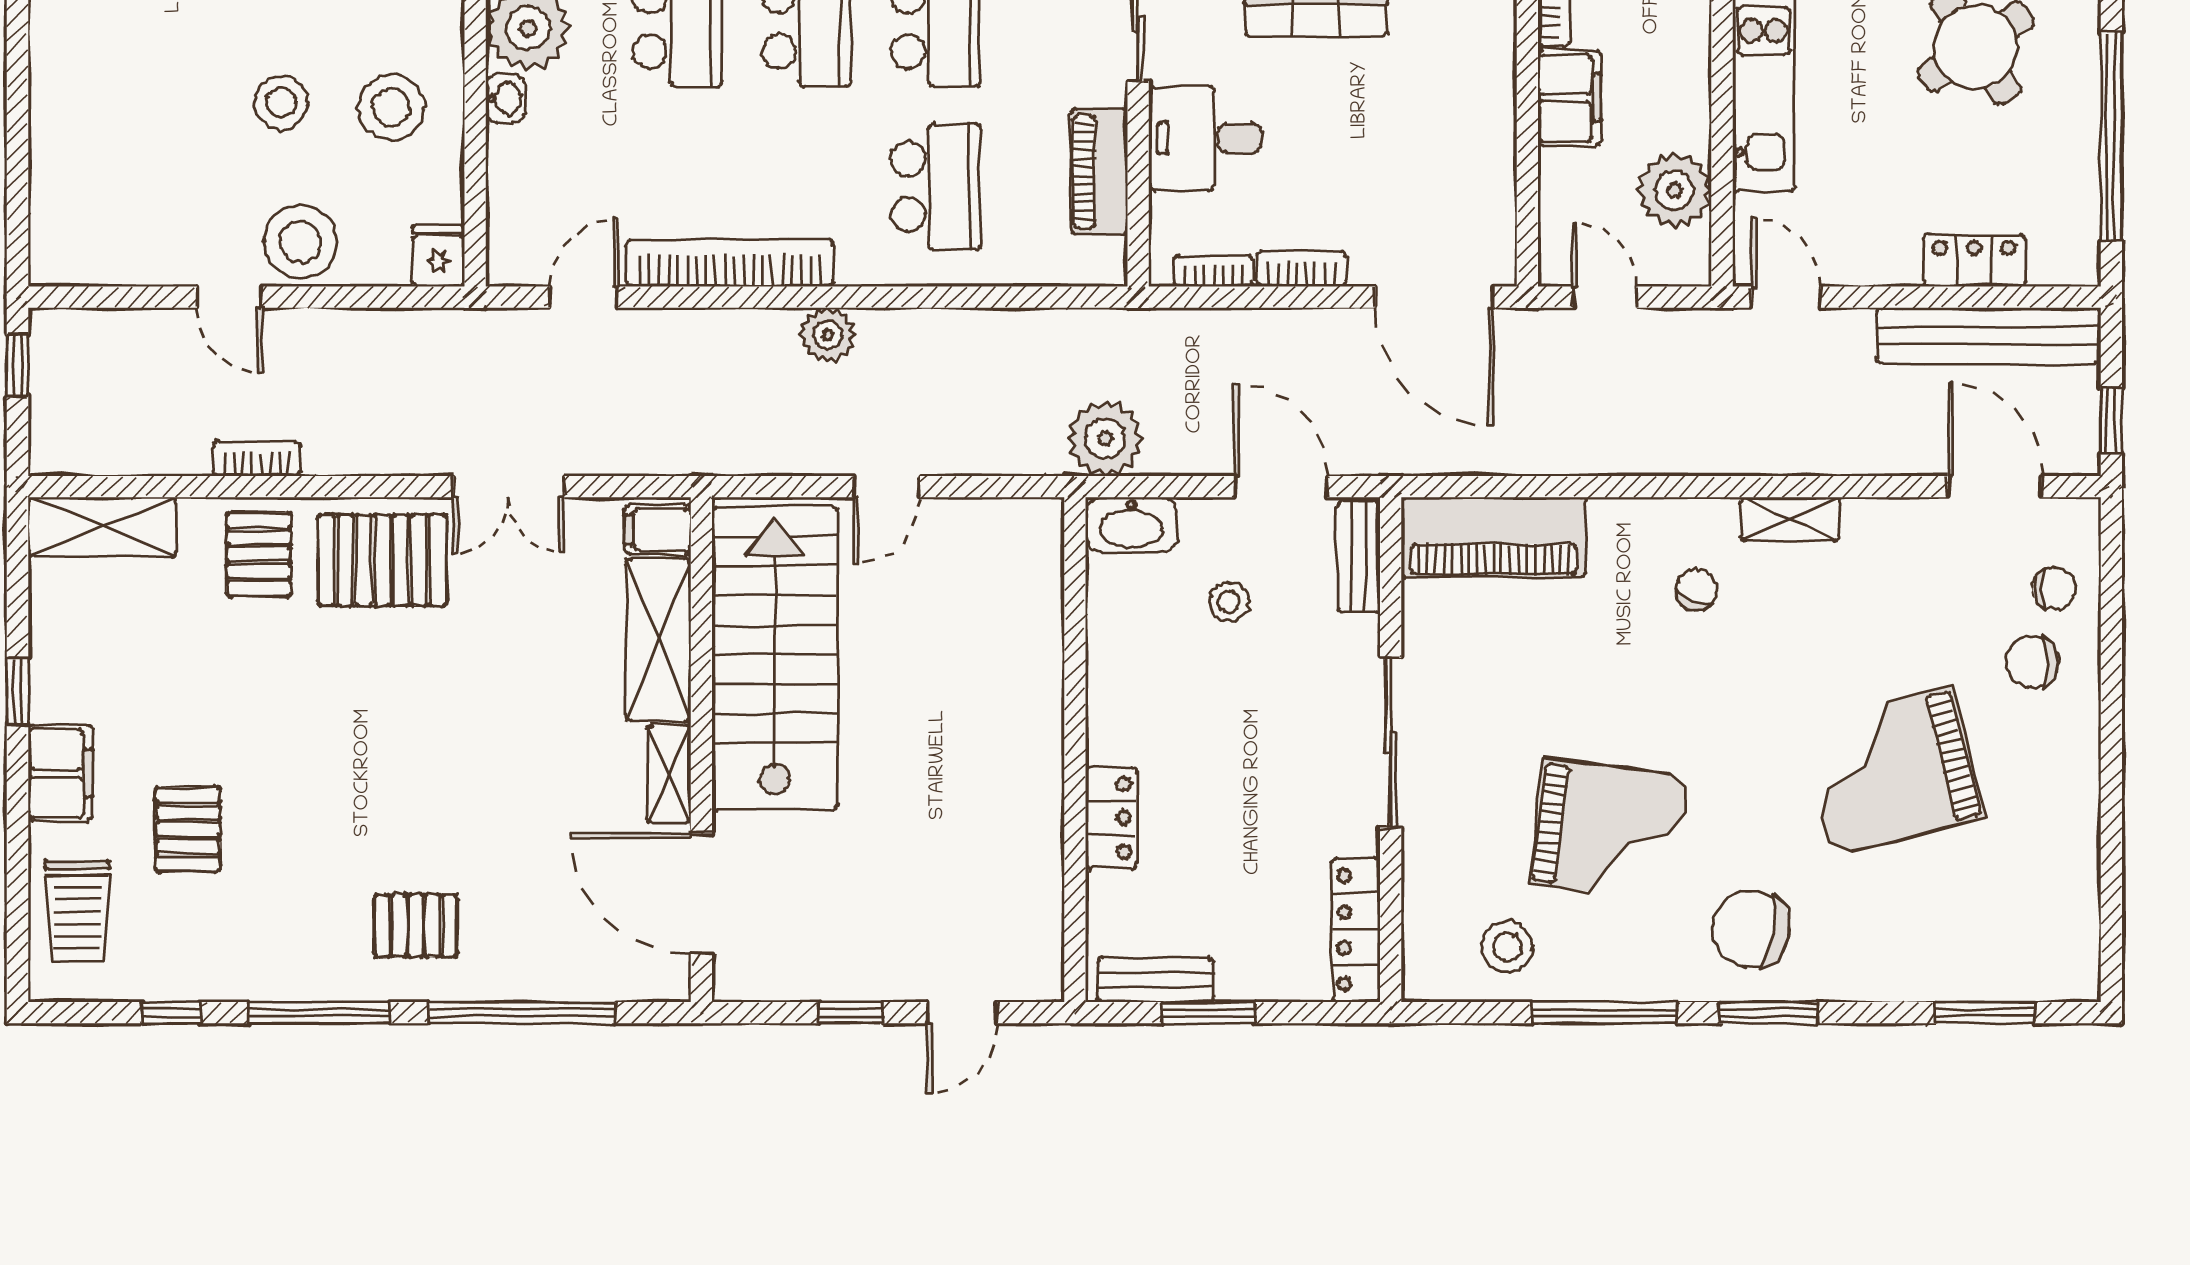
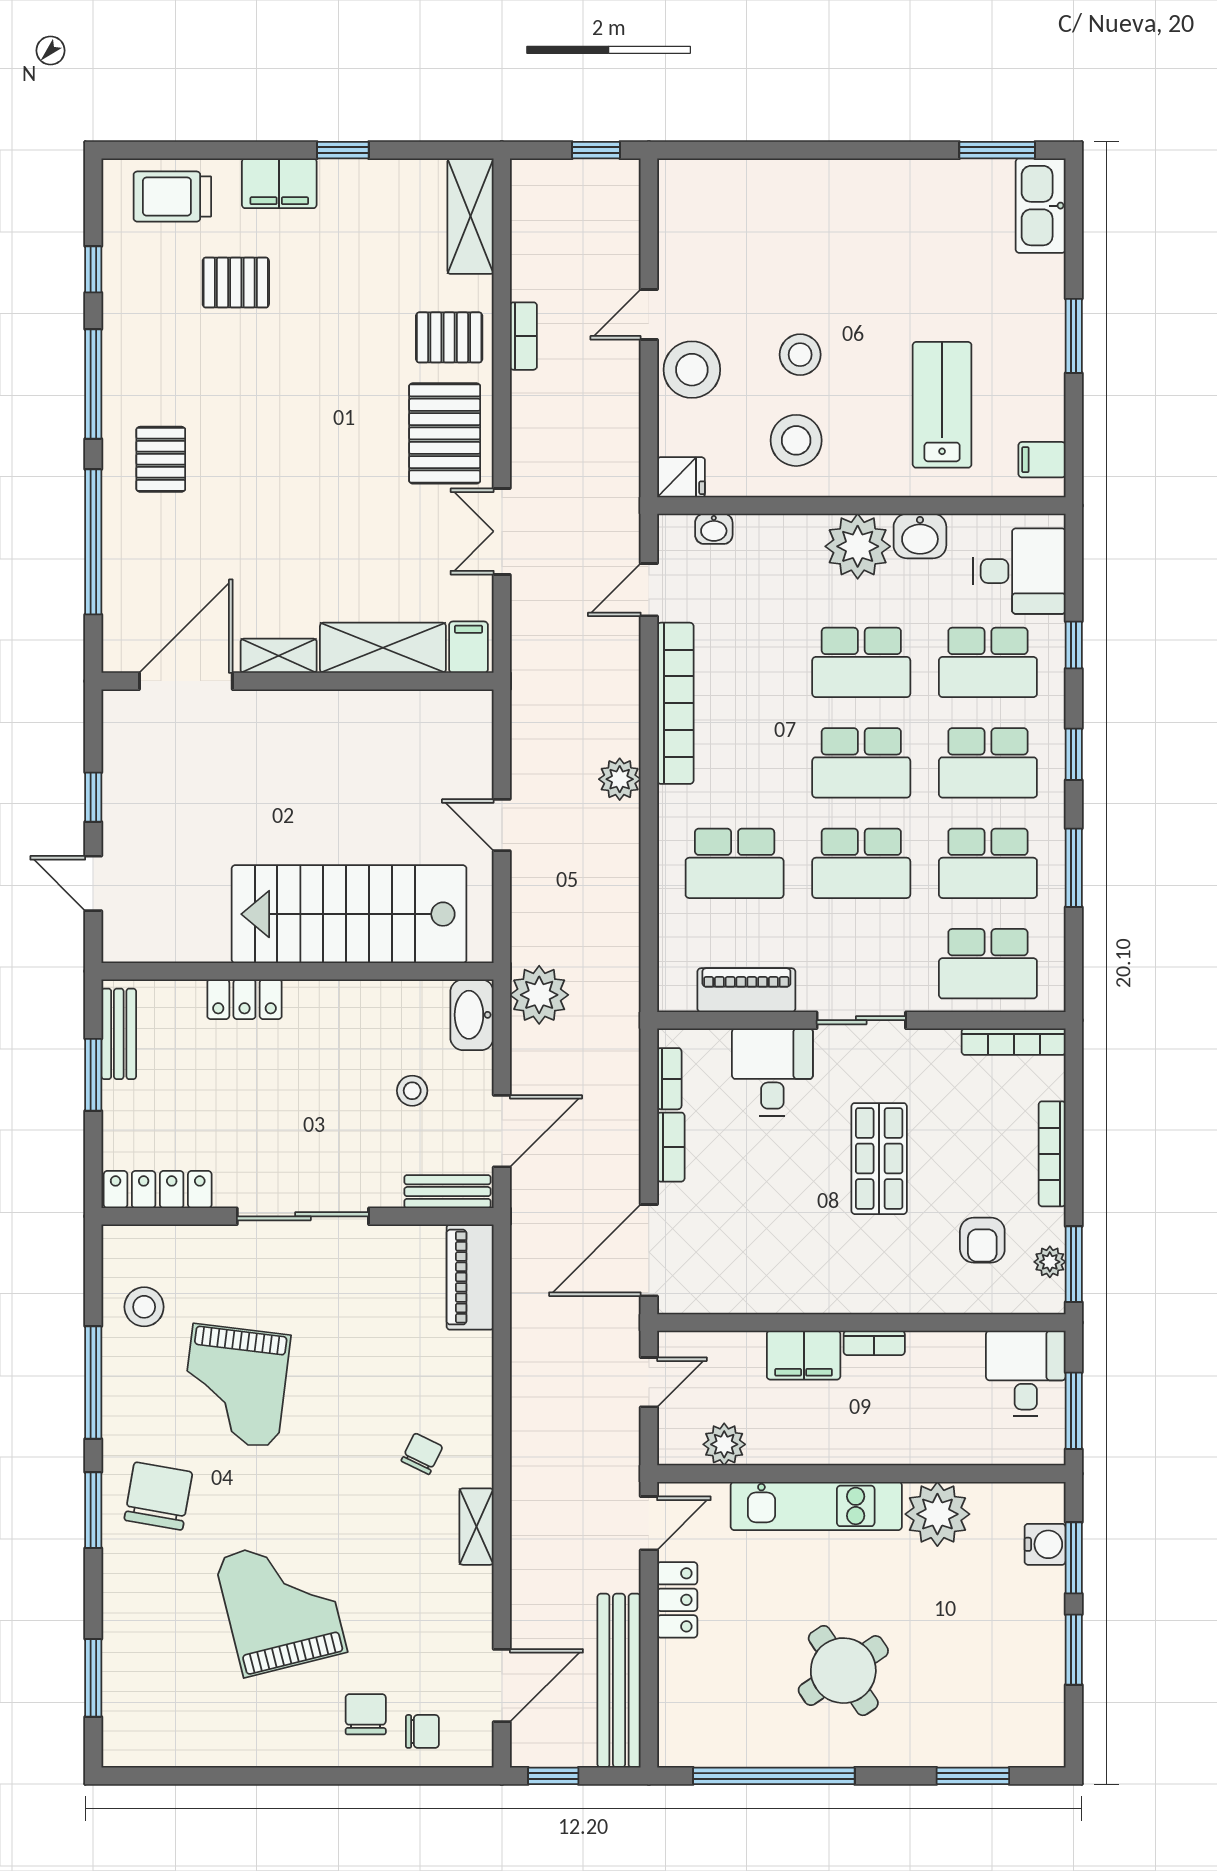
washbasin: (505, 99) -> (714, 529), moved
plant: (1674, 190) -> (724, 1444), width x0.73, depth x0.73
locker: (1974, 261) -> (677, 1600), moved
door: (584, 297) -> (649, 590), swing flipped
piano: (1494, 537) -> (470, 1277), width x0.73, depth x0.75
chair: (1696, 589) -> (422, 1454), turned -86
chair: (2054, 589) -> (422, 1731), turned -90
stairs: (775, 658) -> (349, 914), moved, turned 180

